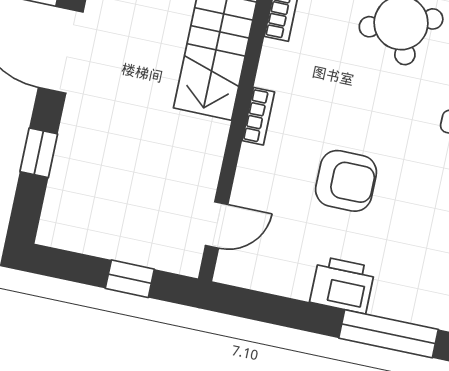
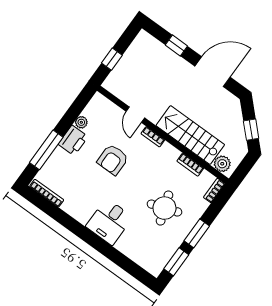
door: (217, 225) -> (135, 115), moved
plant: (295, 284) -> (81, 122), added

